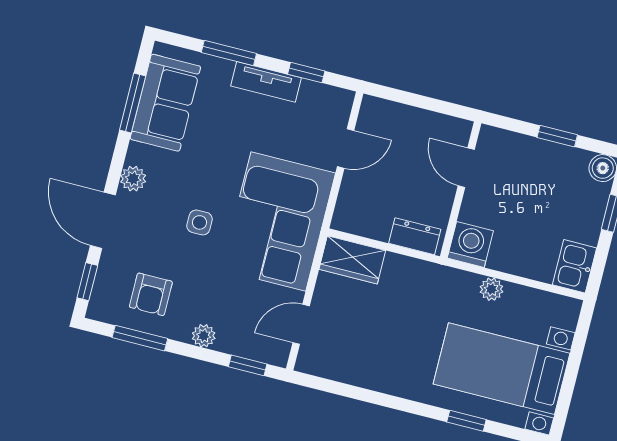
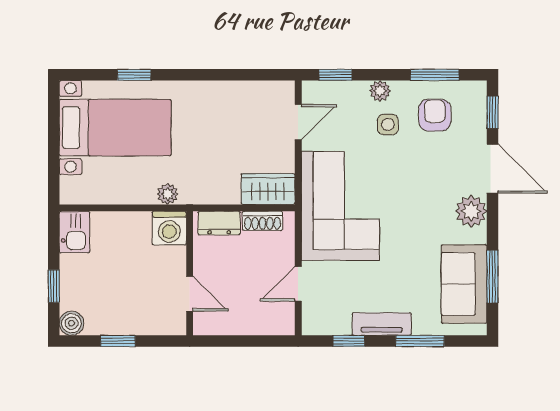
plant: (133, 179) -> (471, 211), width x1.38, depth x1.38
side table: (199, 222) -> (388, 124), moved
shoe rack: (367, 227) -> (262, 221), added
plant: (491, 289) -> (168, 194), moved

